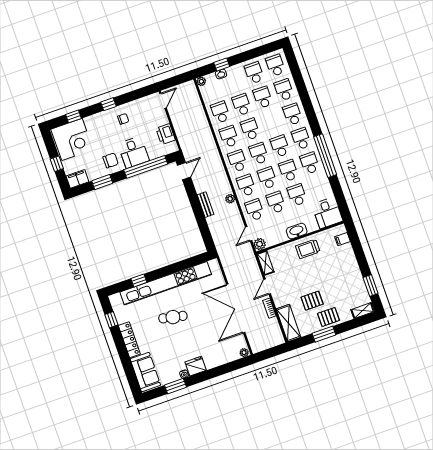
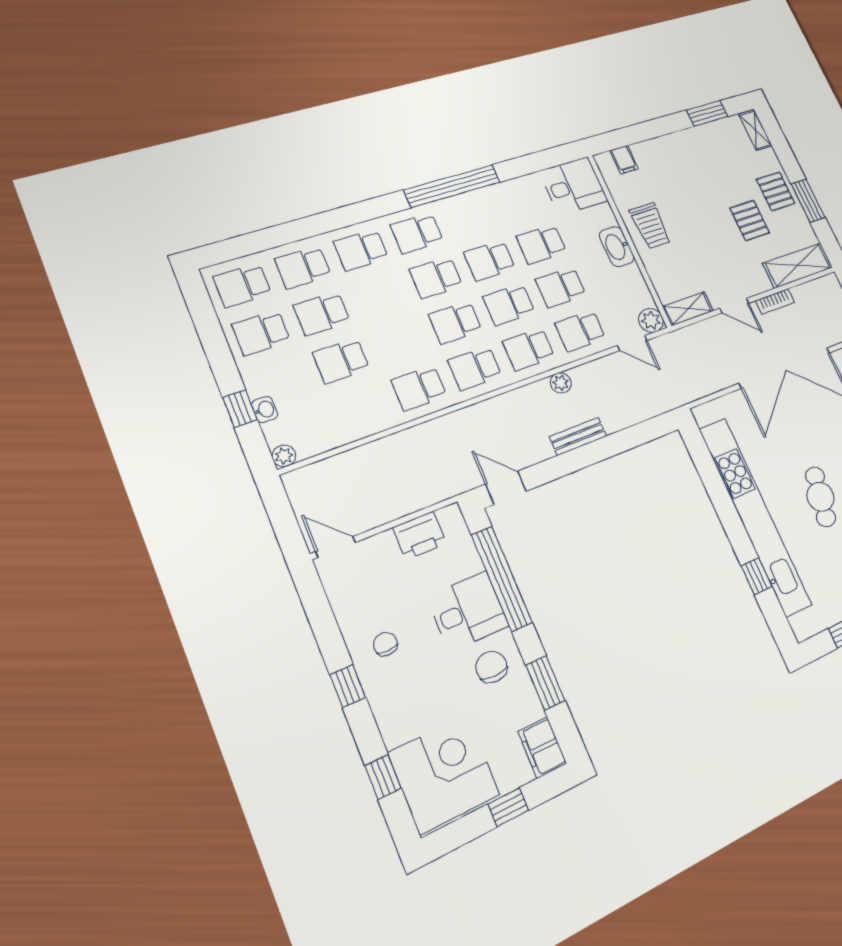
school desk: (220, 112) -> (361, 409), removed
school desk: (250, 129) -> (399, 341), removed
school desk: (310, 163) -> (471, 217), removed

